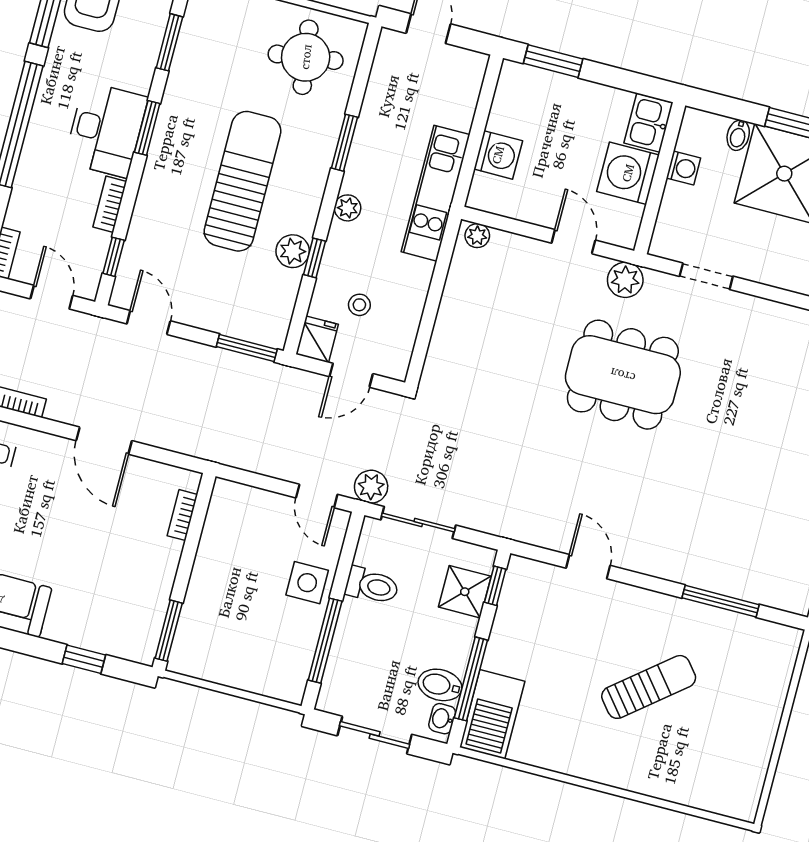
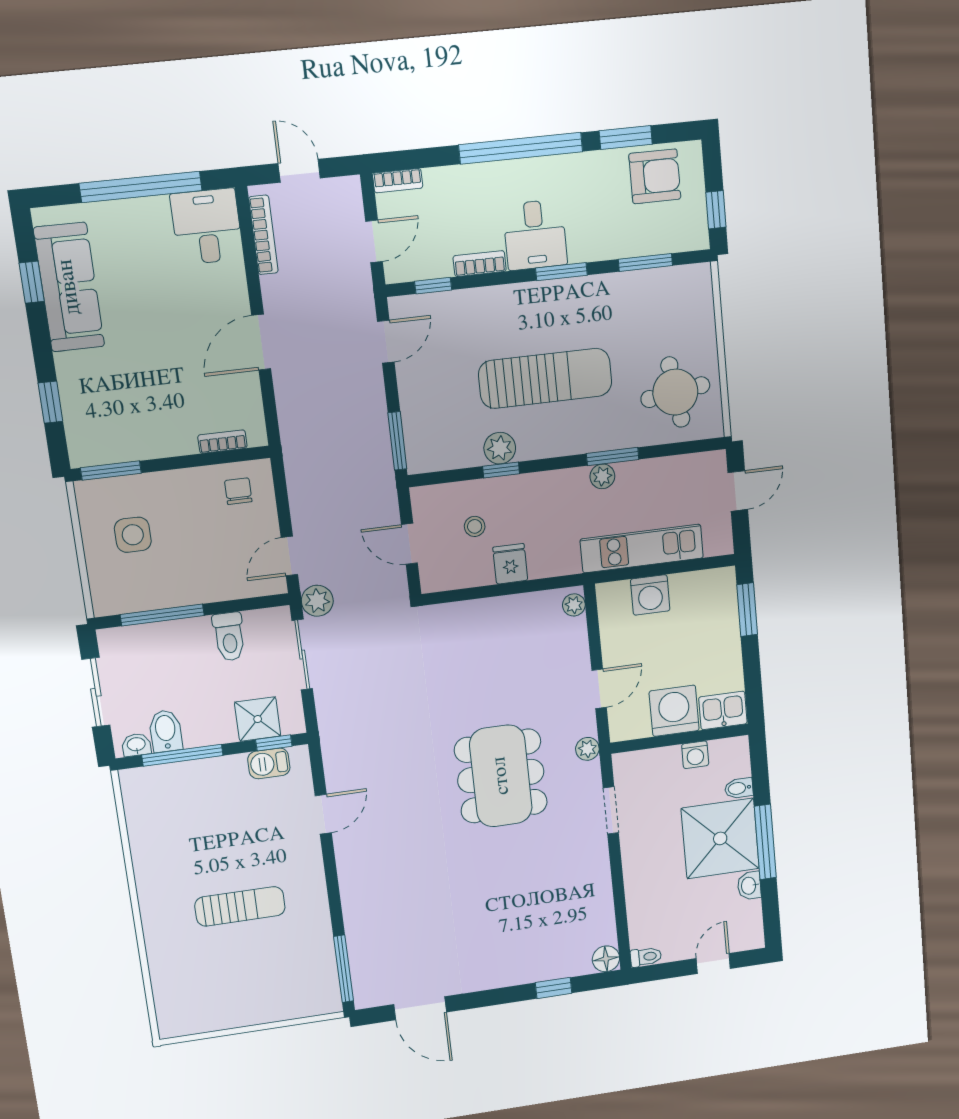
desk: (106, 130) -> (535, 235), width x0.73
kitchen unit: (436, 193) -> (642, 549), moved
plant: (348, 208) -> (602, 476), moved
plant: (625, 280) -> (587, 749), width x0.73, depth x0.73
fridge: (317, 339) -> (510, 564), moved, turned -90
chair: (235, 519) -> (238, 491), added
side table: (307, 583) -> (133, 535), moved
window: (721, 601) -> (344, 969), moved
sun lounger: (649, 687) -> (240, 906), turned -51
barbecue: (492, 714) -> (269, 763), moved, width x0.53, depth x0.65

